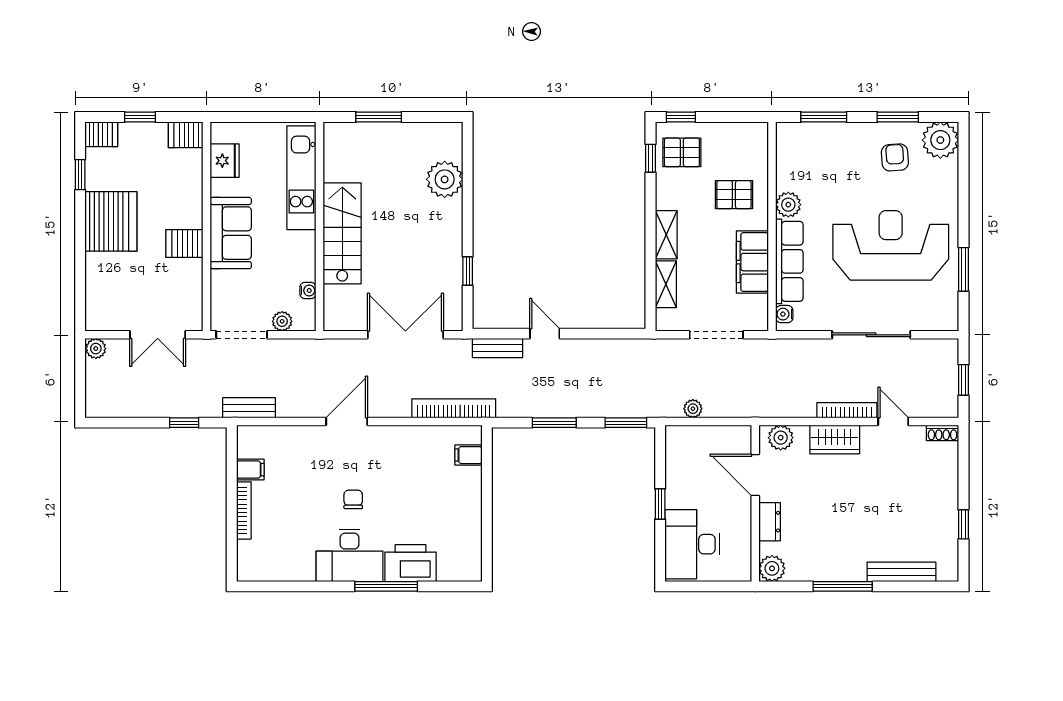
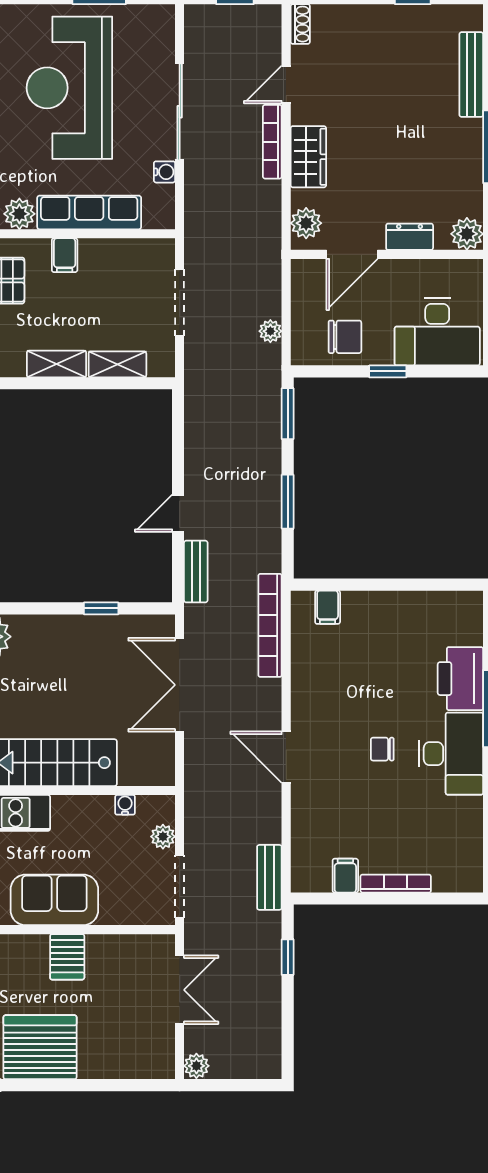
filing cabinet: (752, 262) -> (65, 255), width x0.33, depth x0.86
water cooler: (784, 314) -> (164, 172), moved, turned -90
chair: (688, 469) -> (345, 337), added

